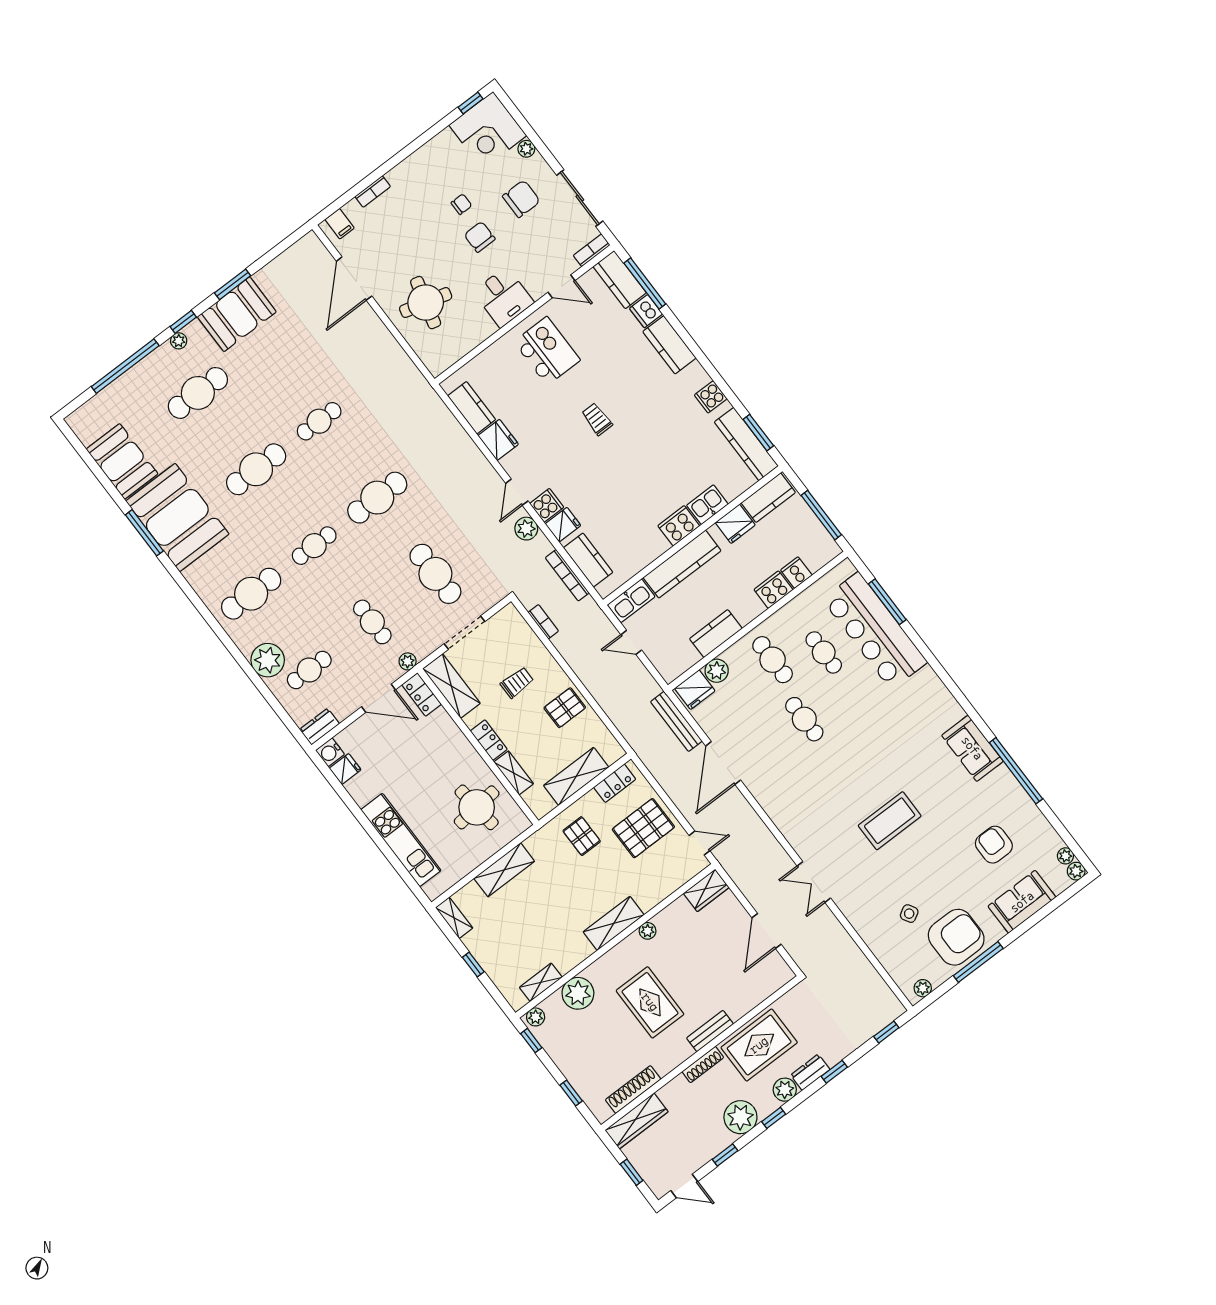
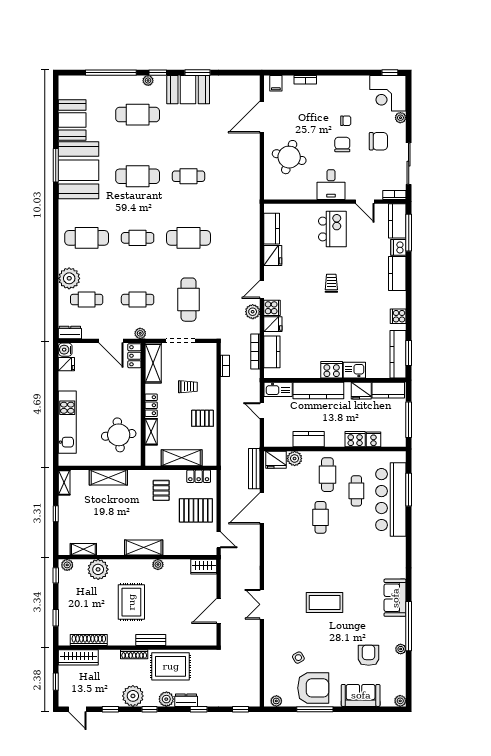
cafe table: (372, 622) -> (138, 300), turned 90
plant: (1065, 856) -> (401, 649), moved

